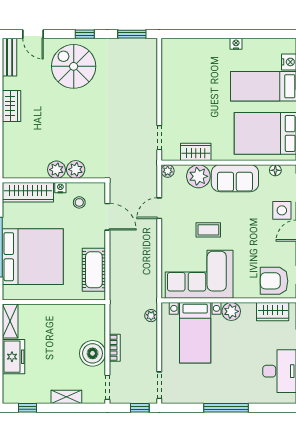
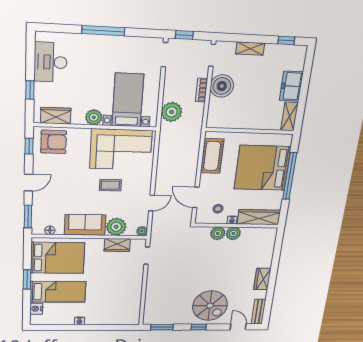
side table: (282, 210) -> (45, 199), removed
plant: (151, 316) -> (172, 112), width x1.88, depth x1.88

